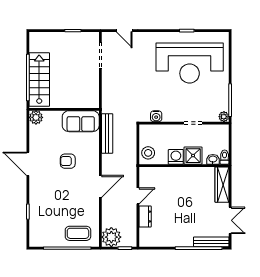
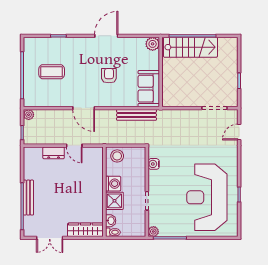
coffee table: (78, 233) -> (52, 72), moved, turned 90
plant: (111, 237) -> (29, 115), width x0.53, depth x0.53
bench: (211, 242) -> (28, 198), moved

